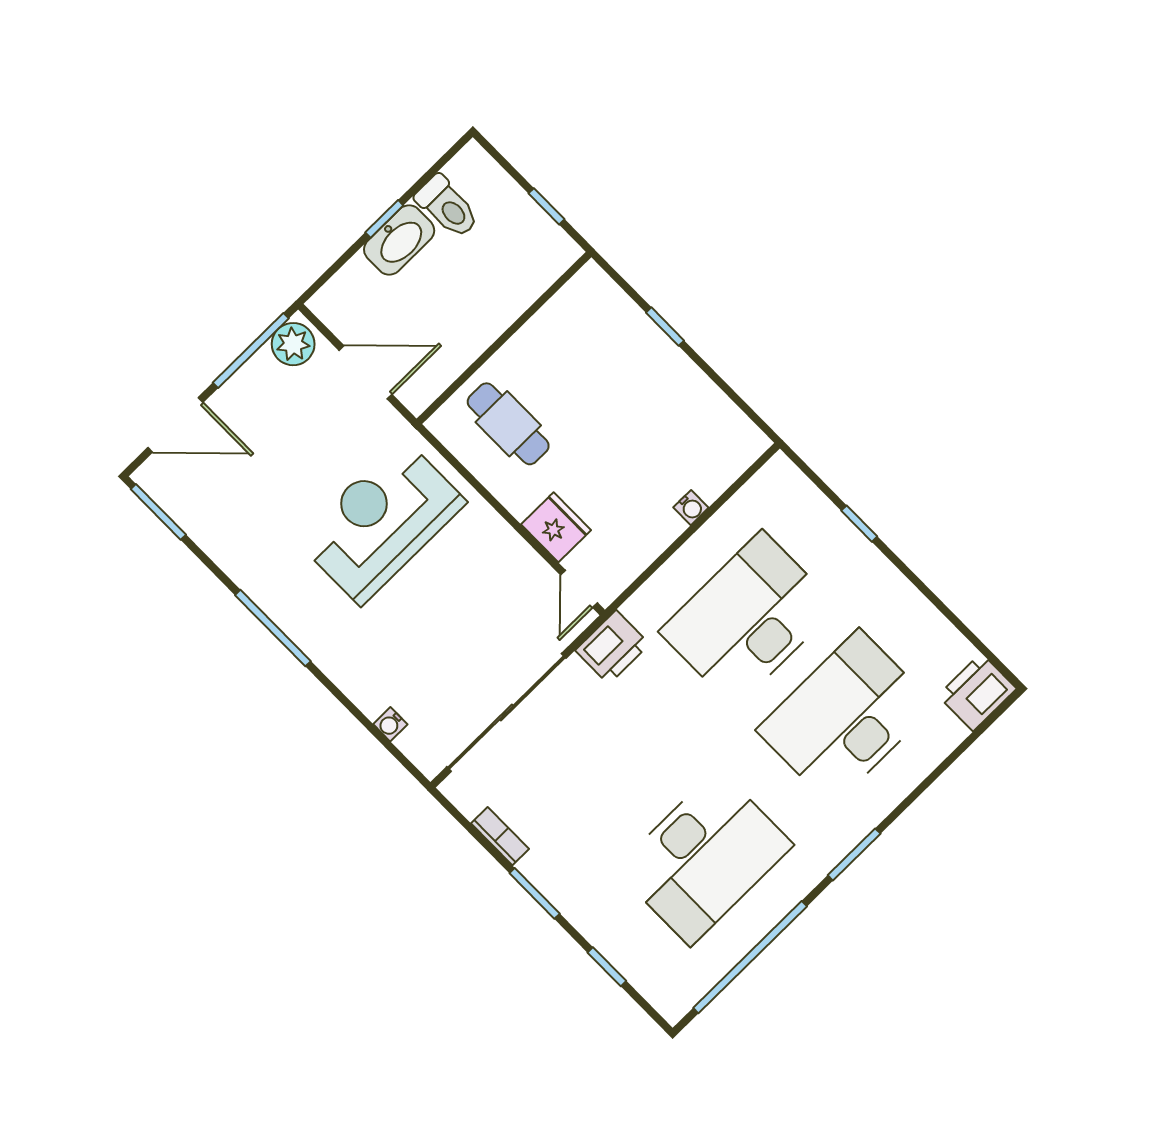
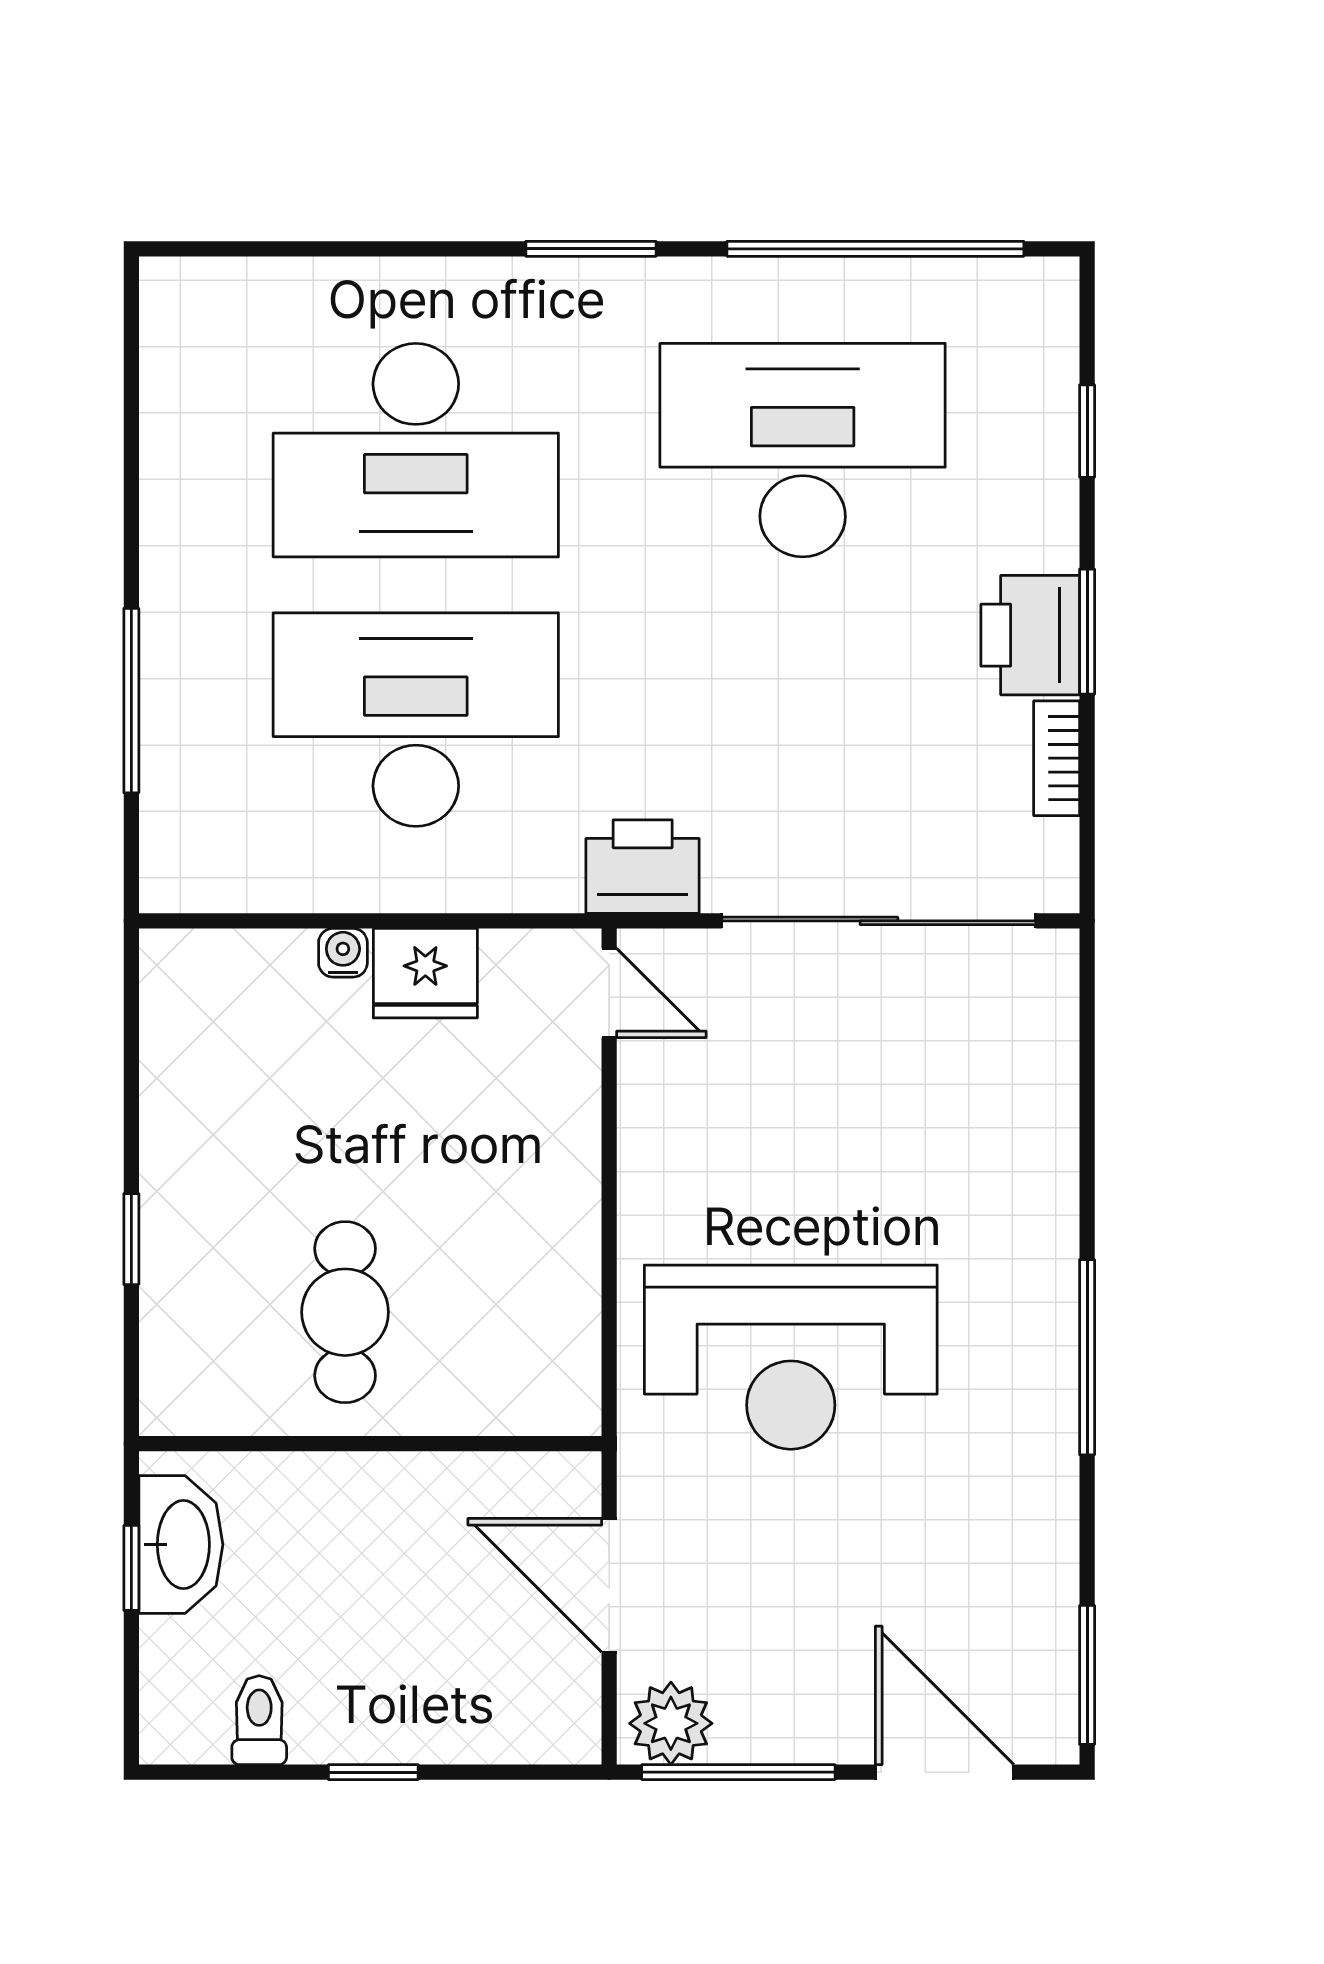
toilet: (447, 207) -> (259, 1720), width x0.73, depth x0.72
washbasin: (399, 240) -> (181, 1545), moved, turned 90
cafe table: (508, 424) -> (345, 1312), moved
window: (859, 524) -> (131, 701), width x2.17
fridge: (556, 527) -> (425, 973), moved, turned -90
door: (579, 589) -> (609, 993), hinge flipped
desk: (748, 619) -> (416, 720), turned 180
printer: (977, 692) -> (1030, 635), moved, turned 90
water cooler: (390, 724) -> (1056, 1063), removed

